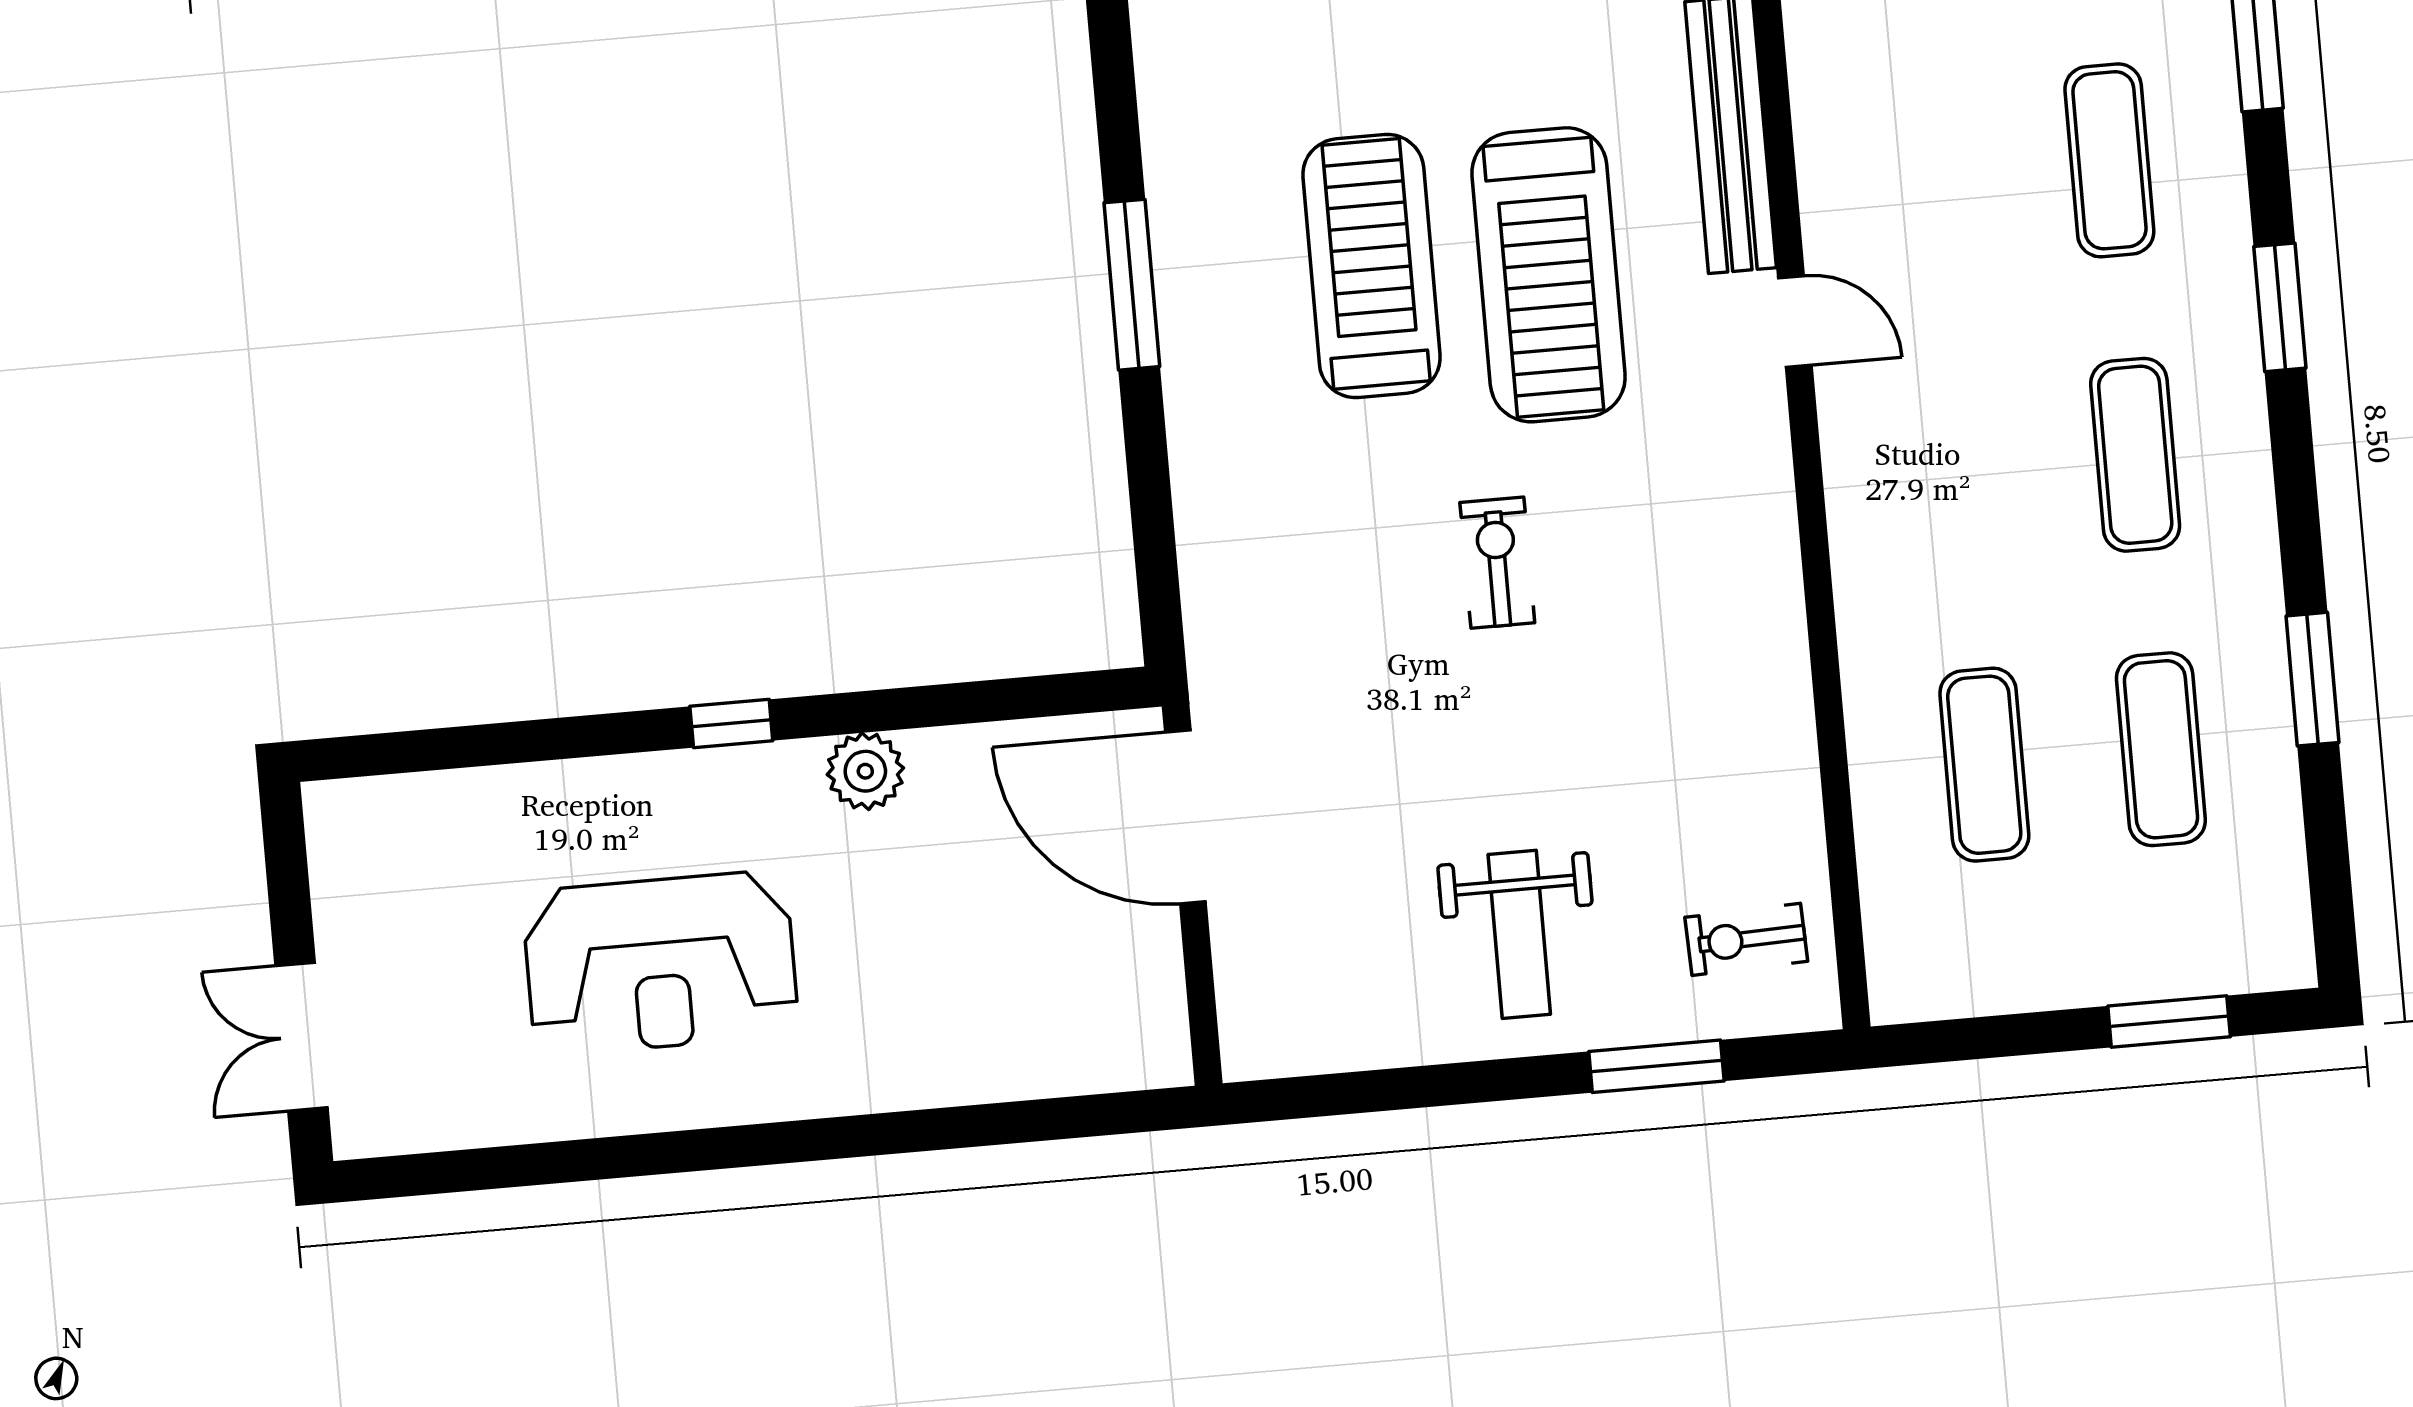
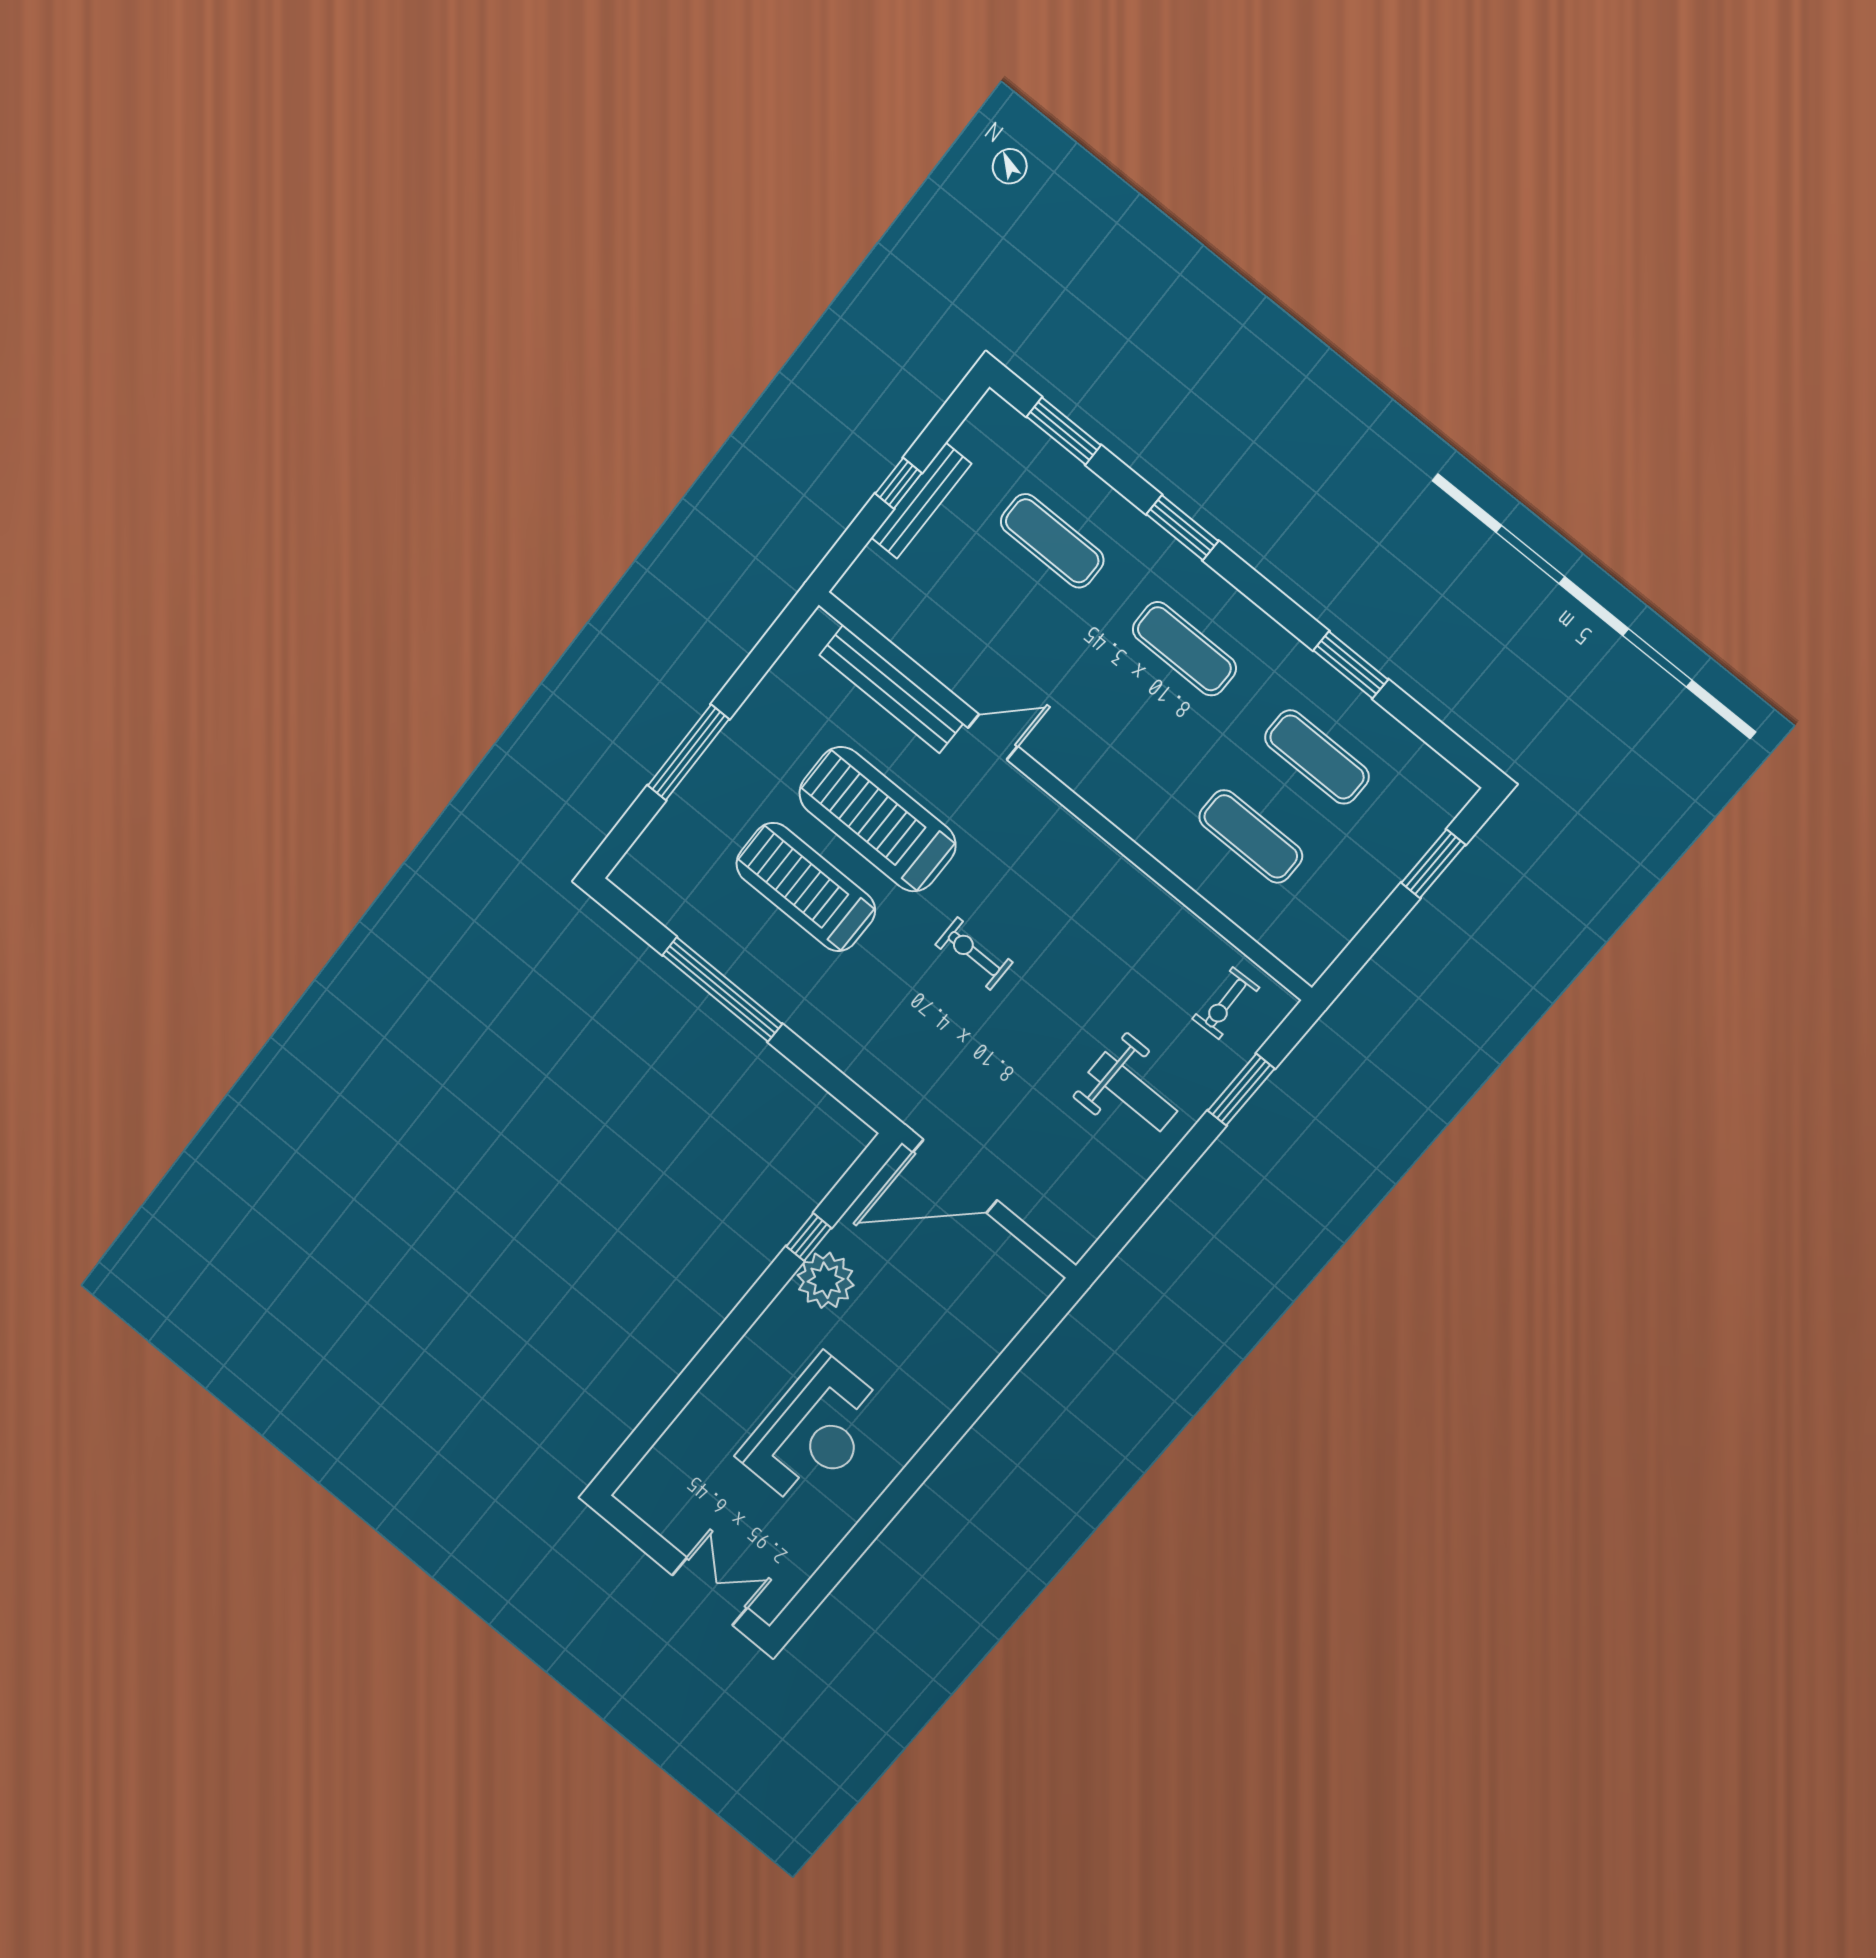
treadmill: (1549, 275) -> (877, 819), turned 180
window: (1132, 285) -> (722, 989), width x1.46
window: (731, 723) -> (809, 1237), moved
plant: (865, 771) -> (826, 1280), width x1.36, depth x1.36
double door: (302, 1037) -> (710, 1591), swing flipped

